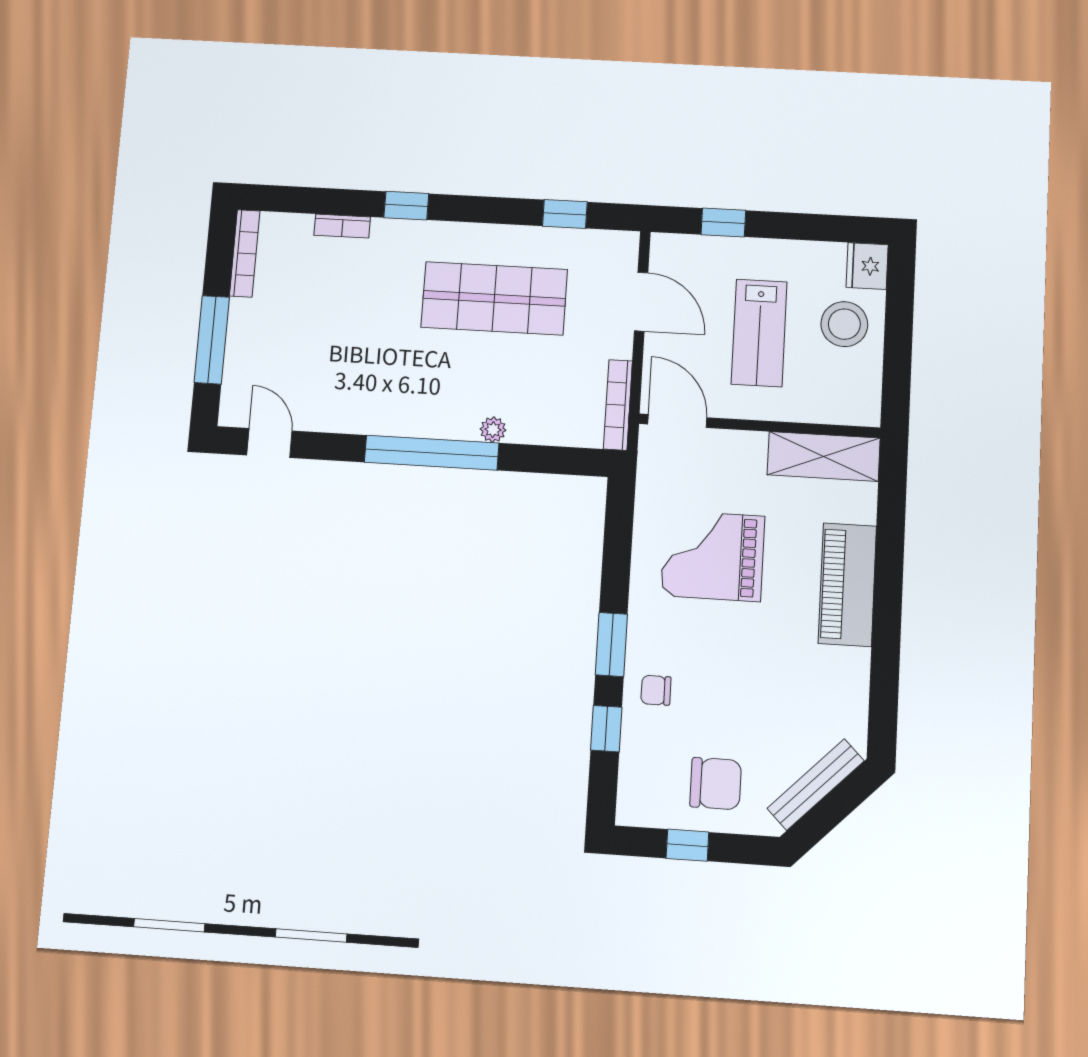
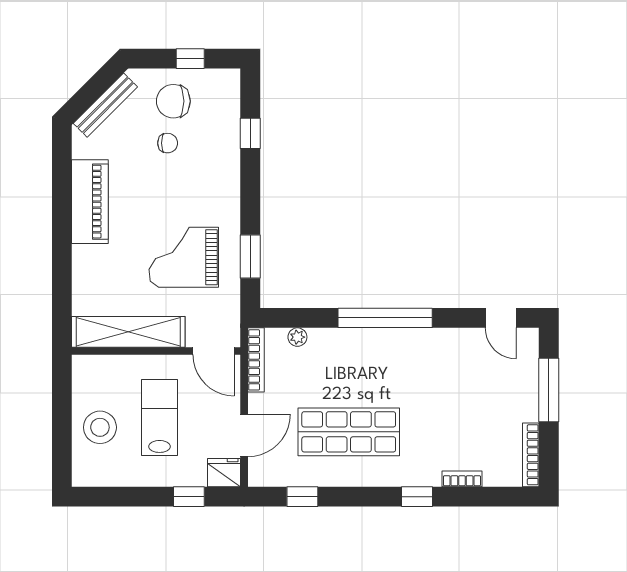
fridge: (867, 266) -> (224, 473), moved, turned -90
door: (641, 302) -> (244, 435), swing flipped
plant: (493, 430) -> (297, 337), moved
shelving: (824, 456) -> (128, 332), width x1.47
grand piano: (713, 556) -> (184, 257), turned 180
piano: (847, 585) -> (90, 202), moved
window: (611, 645) -> (250, 256), moved
chair: (656, 690) -> (168, 143), moved

